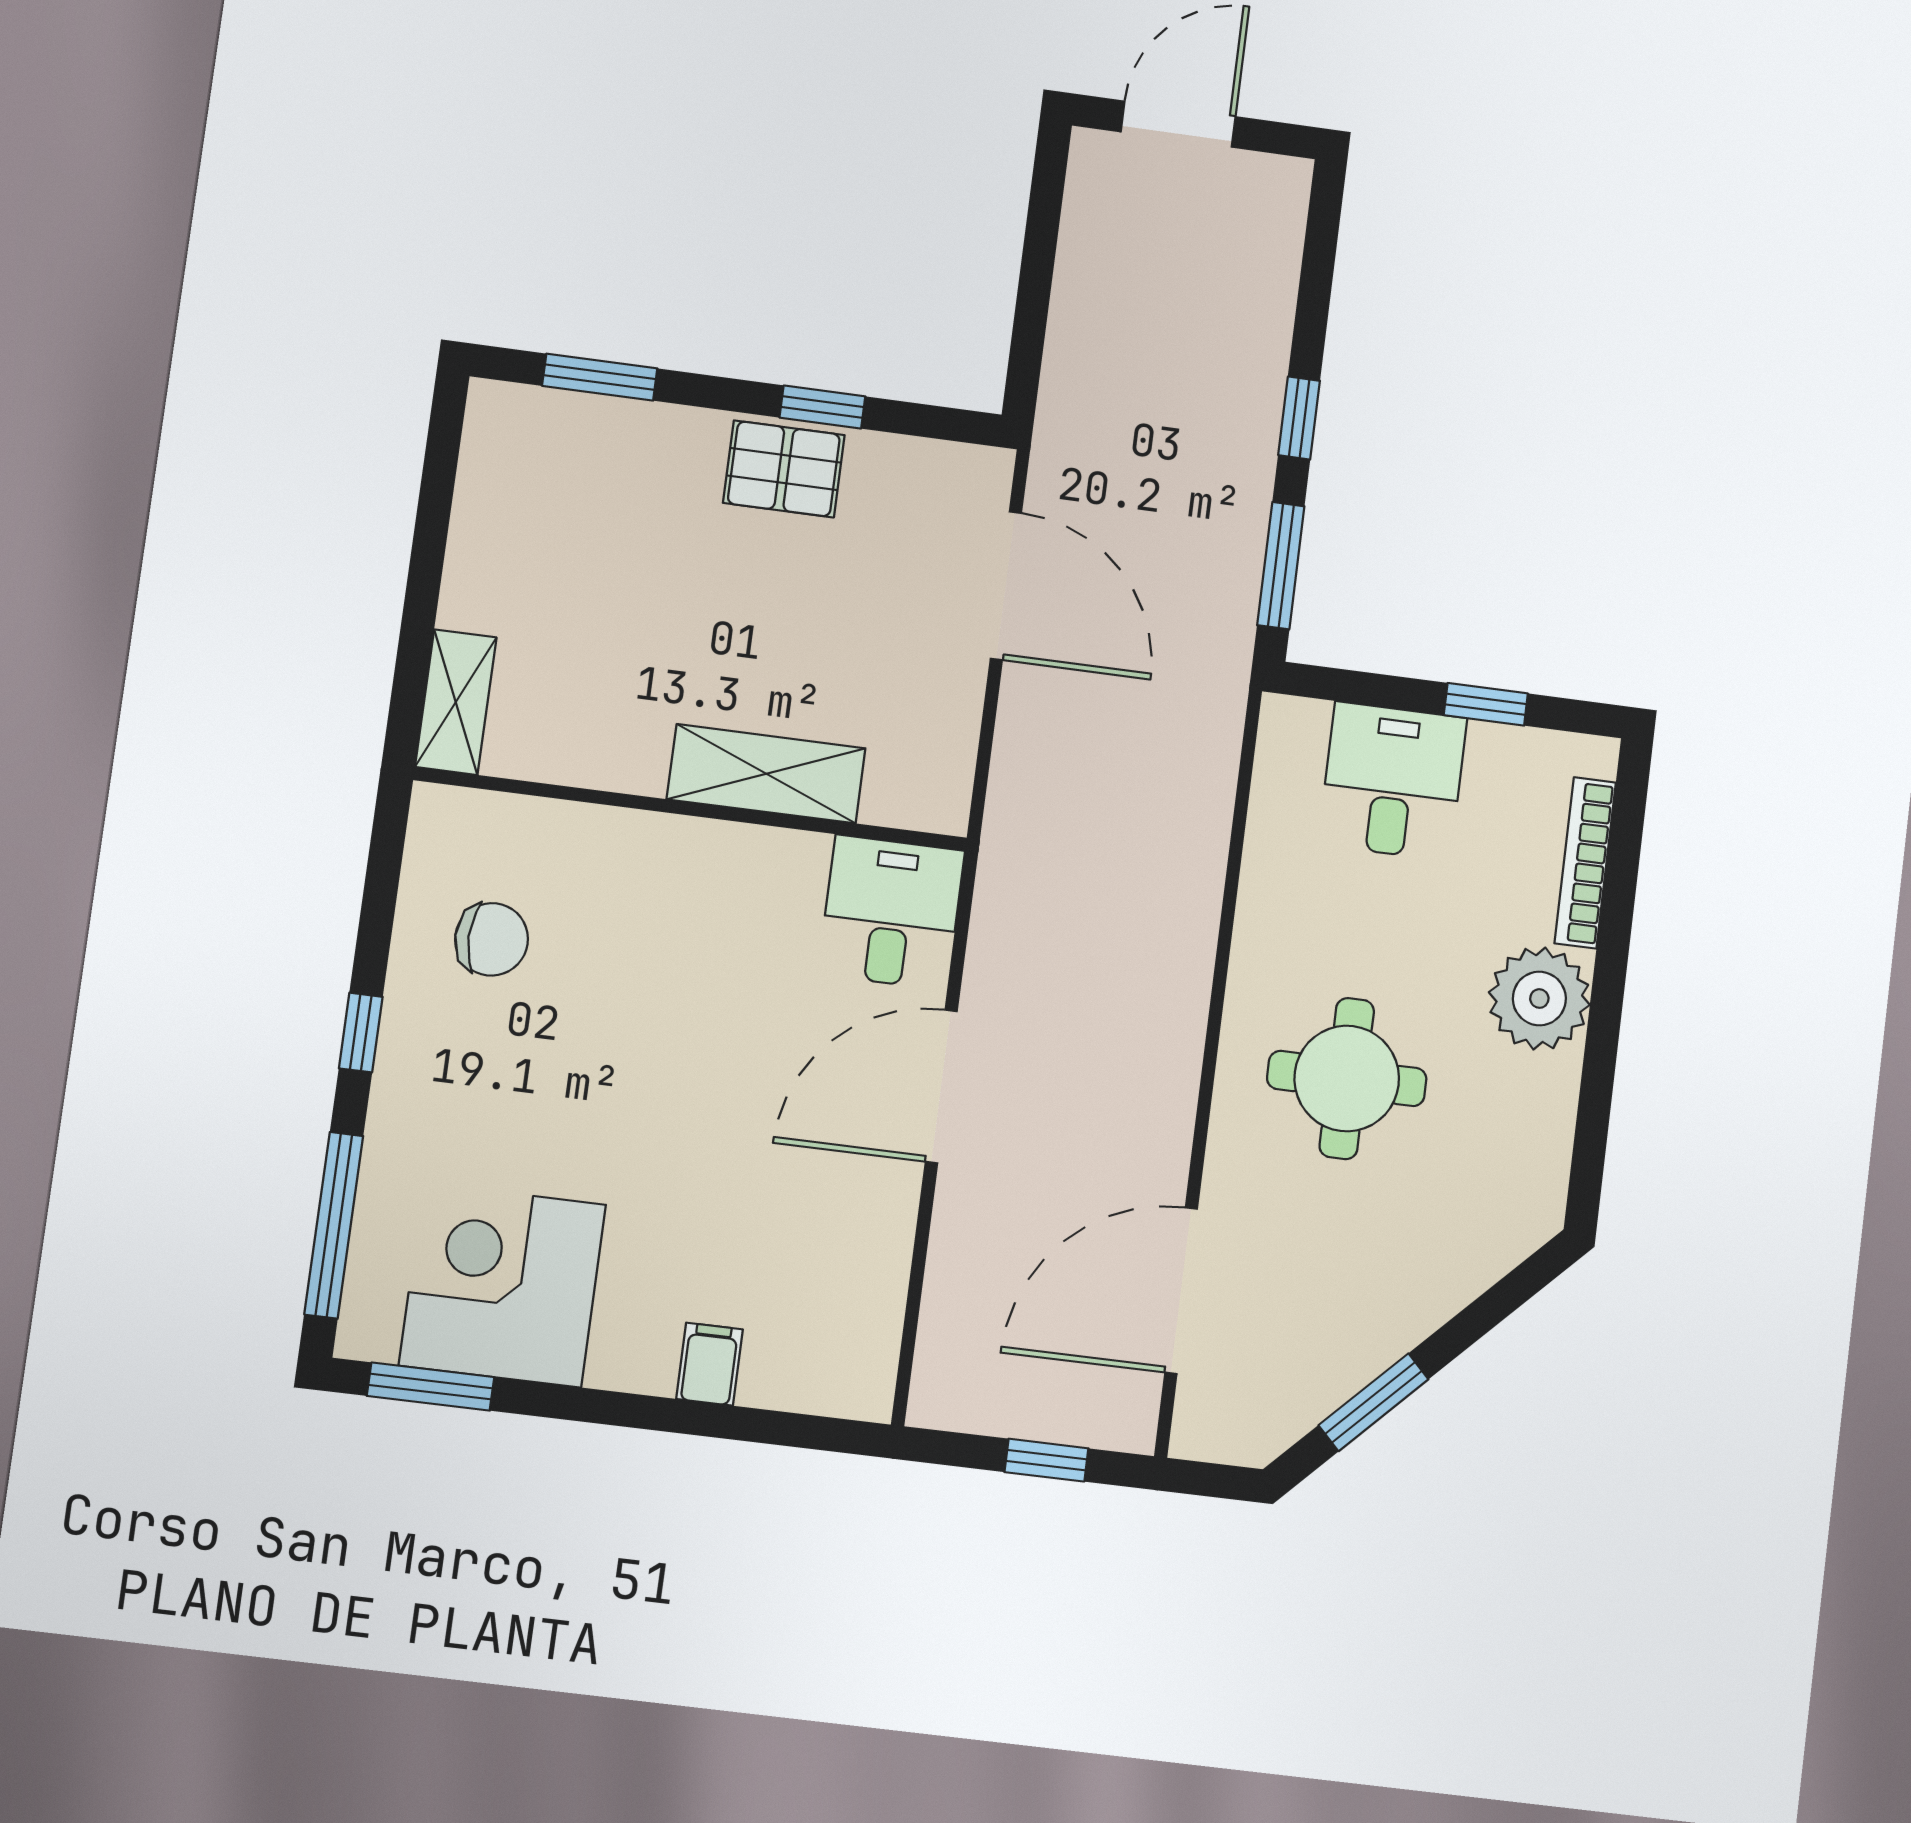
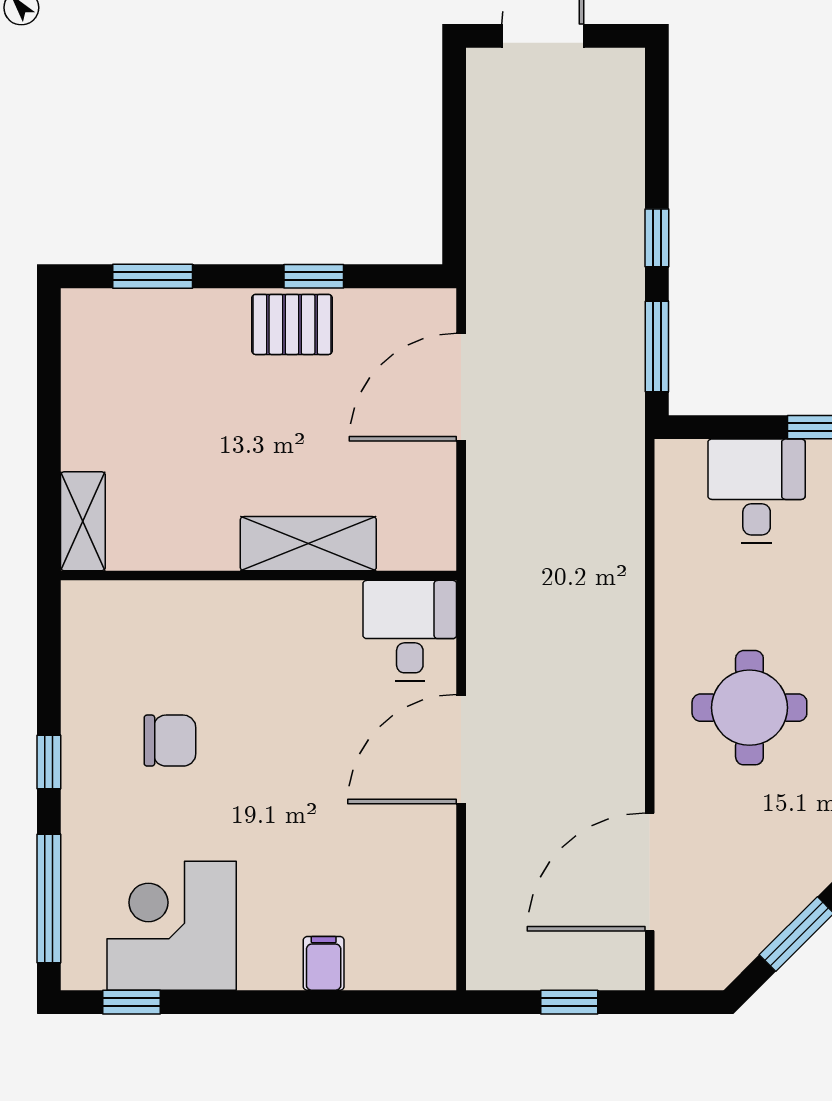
door: (1006, 586) -> (461, 387), swing flipped
chair: (492, 939) -> (170, 741), moved
window: (431, 1387) -> (131, 1002), width x0.67

